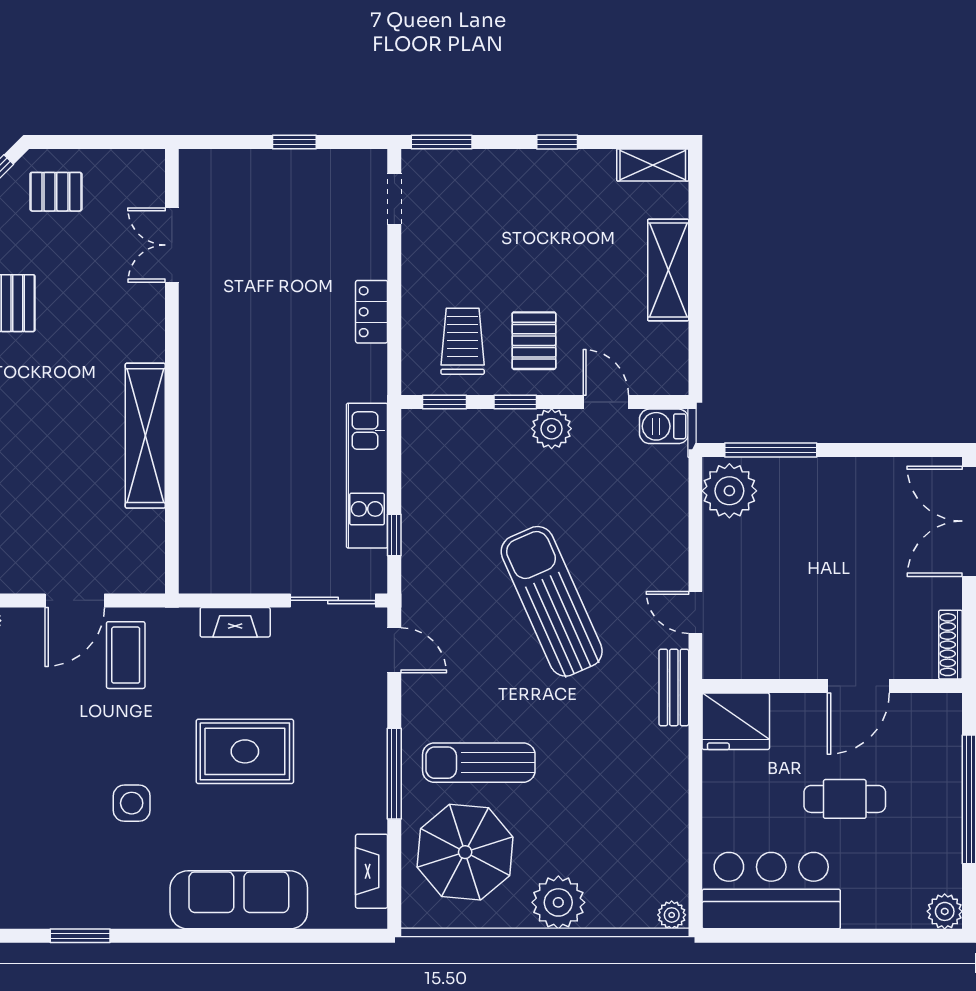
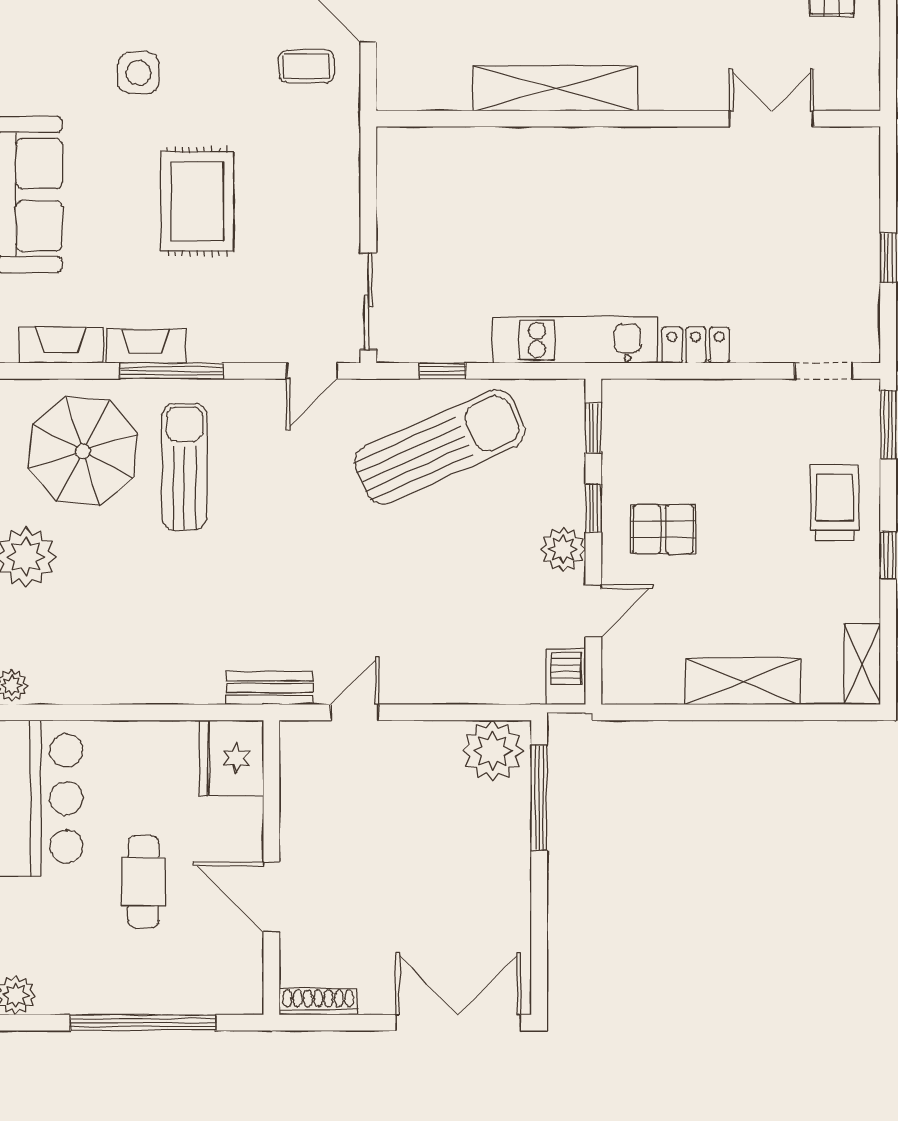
trolley: (463, 341) -> (835, 503), moved, turned -90
kitchen unit: (367, 476) -> (575, 340), moved
sun lounger: (552, 601) -> (440, 447), moved
fireplace: (235, 622) -> (146, 346), moved, turned 90
coffee table: (126, 655) -> (306, 66), width x0.73, depth x0.77

